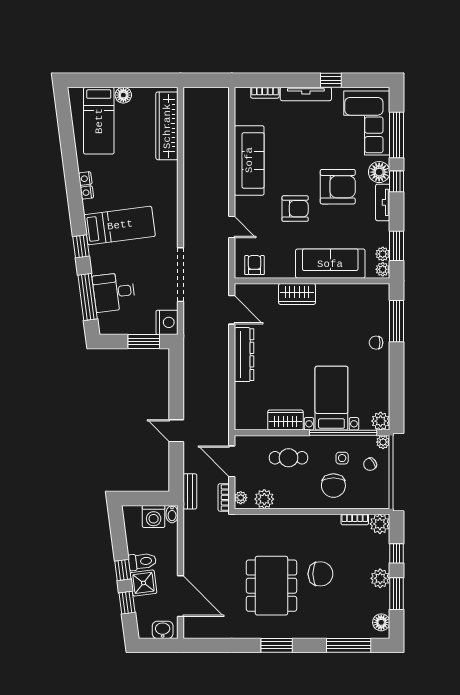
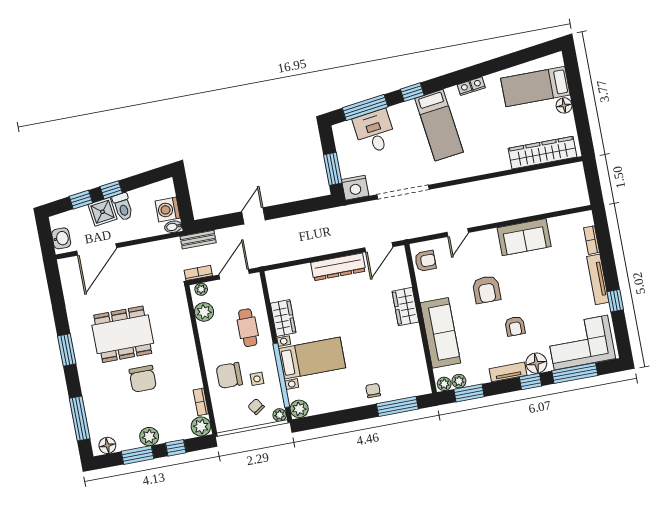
sofa: (249, 160) -> (524, 237), width x0.73
armchair: (338, 187) -> (515, 326), width x0.53, depth x0.53

